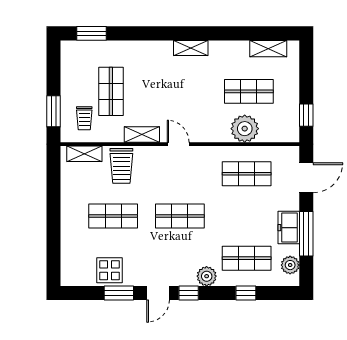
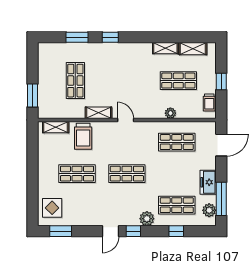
window: (91, 33) -> (77, 37), moved
window: (158, 33) -> (110, 37), added
shelving: (191, 48) -> (165, 48), moved
window: (306, 115) -> (221, 81), moved
trolley: (84, 118) -> (209, 102), moved
plant: (245, 129) -> (170, 113), width x0.53, depth x0.53
window: (306, 234) -> (221, 199), moved
display table: (110, 270) -> (52, 208), moved
window: (119, 293) -> (61, 231), moved

